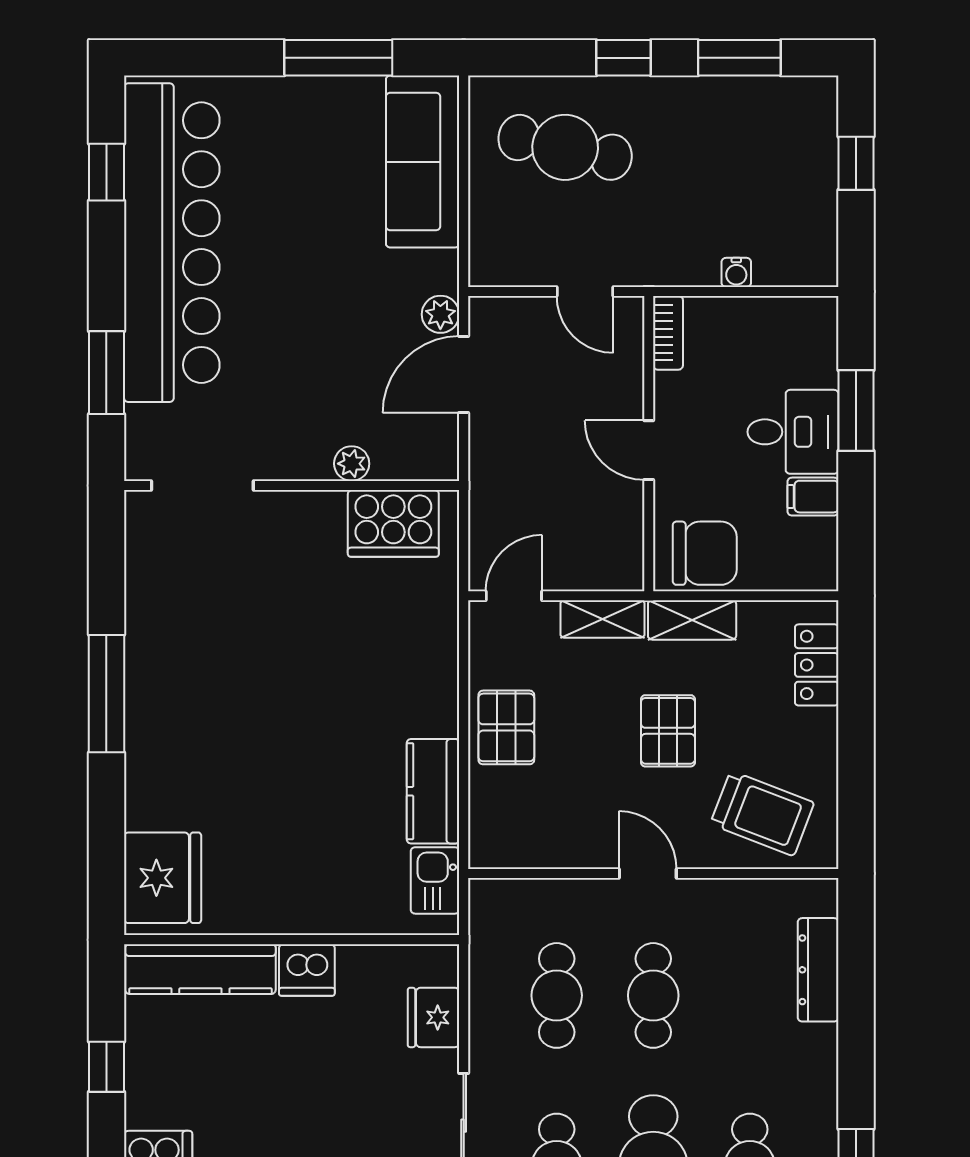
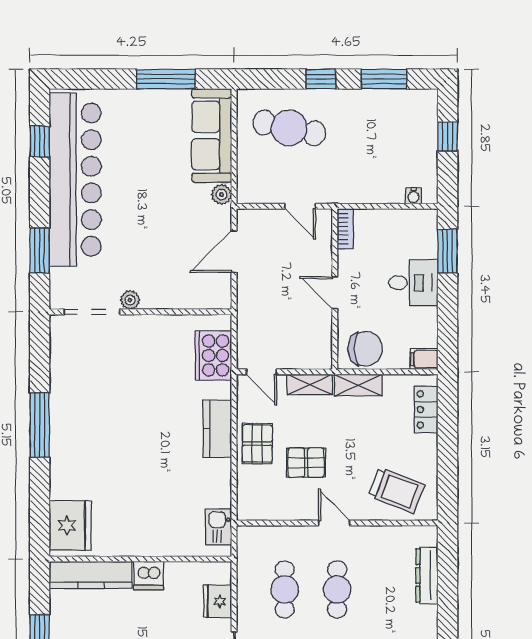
water cooler: (736, 272) -> (413, 196), moved
plant: (440, 314) -> (221, 195), moved
window: (856, 411) -> (448, 251), moved
plant: (352, 464) -> (130, 300), moved
filing cabinet: (813, 497) -> (424, 359), moved
cooker: (393, 523) -> (213, 355), moved, turned 90
door: (514, 596) -> (261, 372), swing flipped
pallet: (668, 731) -> (306, 463), moved, turned 90
kitchen counter: (433, 791) -> (217, 429), moved

